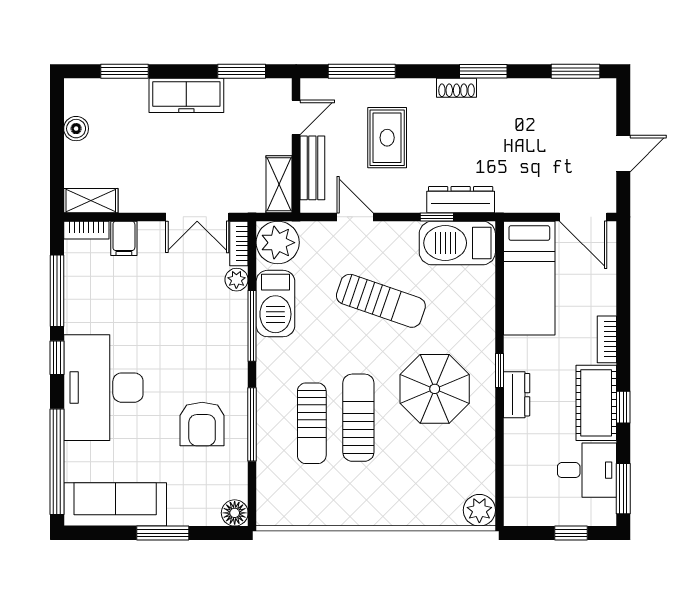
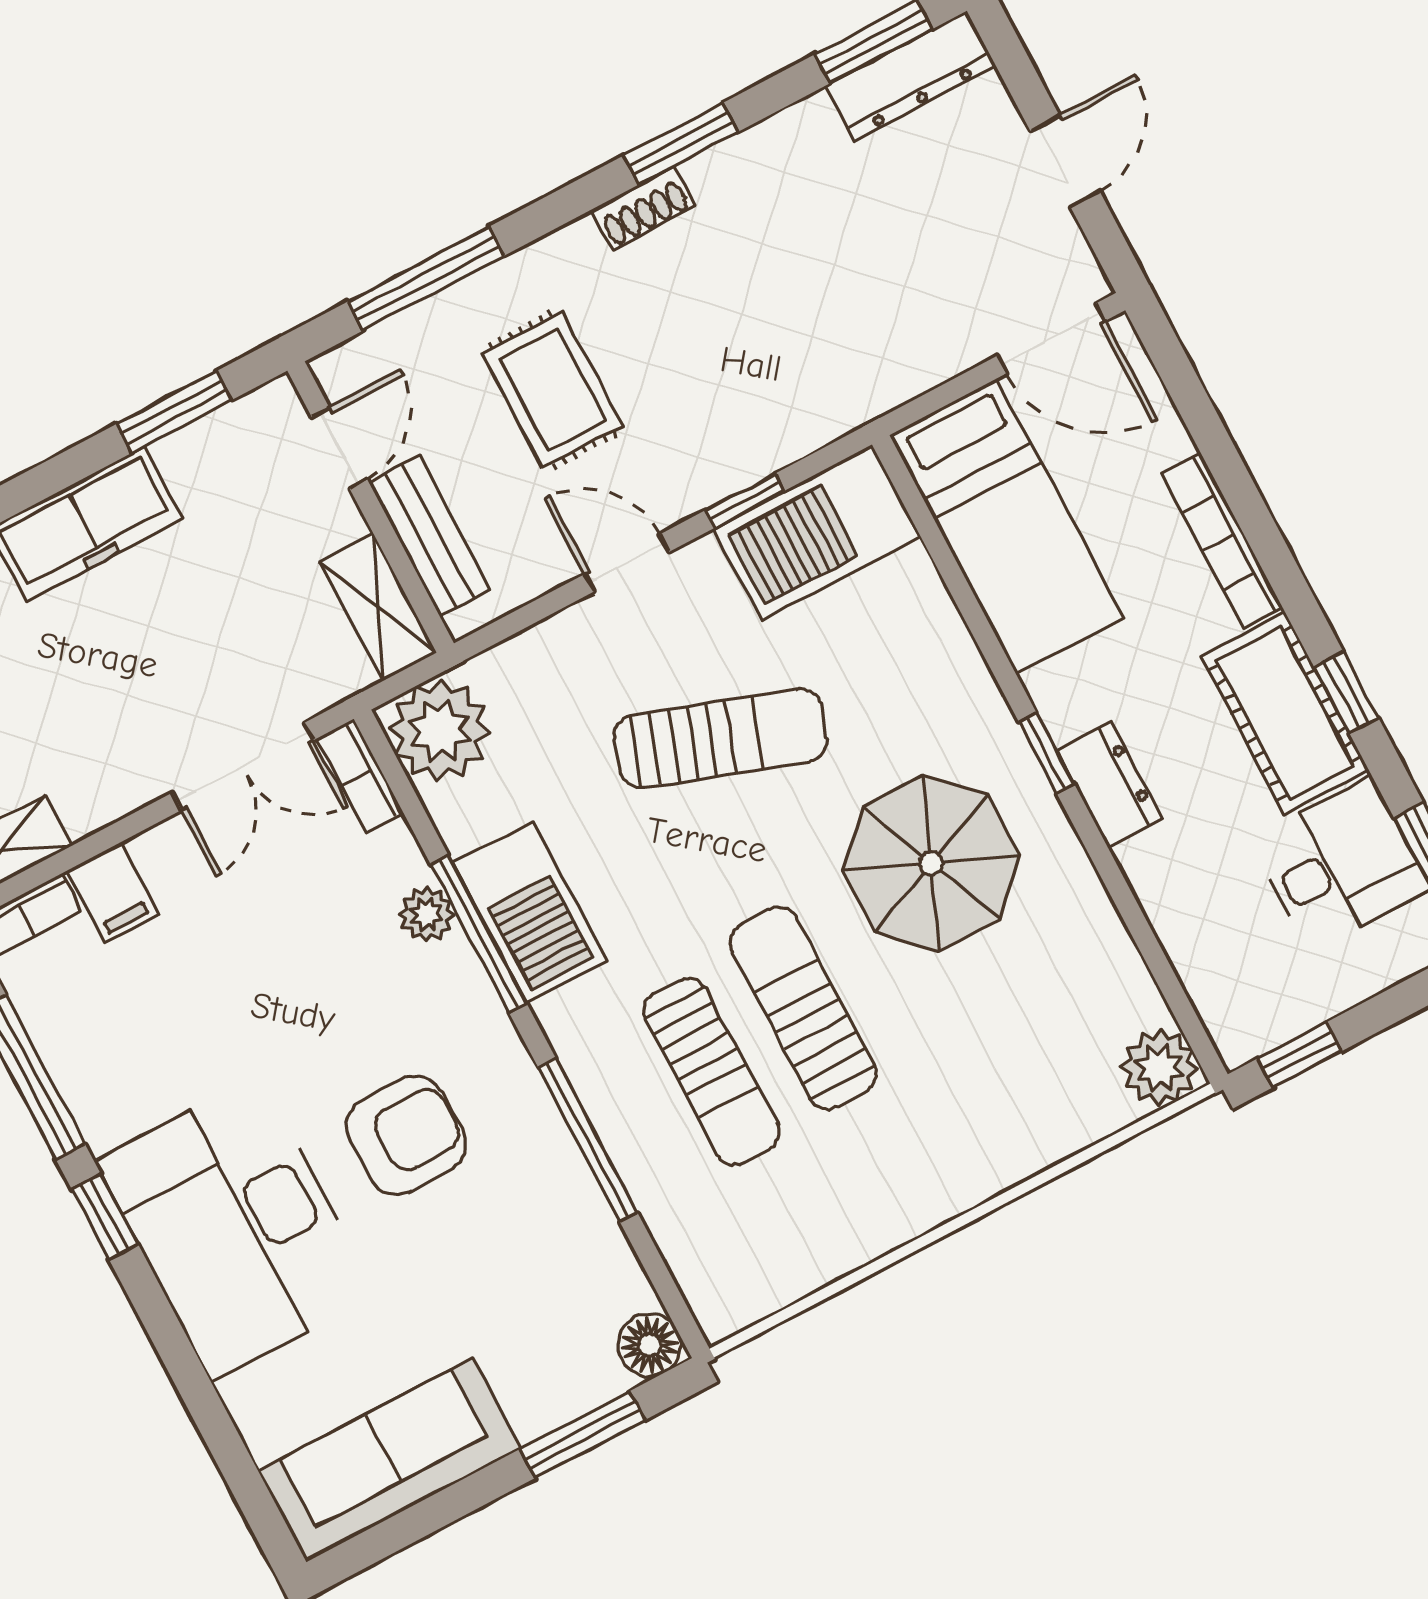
dresser: (461, 200) -> (911, 76), moved, turned 180
door: (355, 217) -> (627, 563), moved
plant: (236, 280) -> (426, 914), moved
barbecue: (275, 304) -> (530, 912), moved
bookcase: (607, 339) -> (1222, 541), width x1.56
armchair: (202, 424) -> (406, 1135), moved, turned -90
window: (57, 462) -> (220, 1435), removed
window: (163, 533) -> (582, 1435), moved
window: (571, 533) -> (1300, 1055), moved

